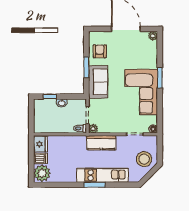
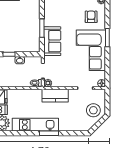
armchair: (100, 51) -> (91, 17), moved
kitchen unit: (102, 175) -> (35, 125), moved

